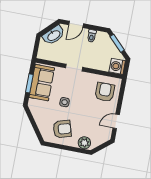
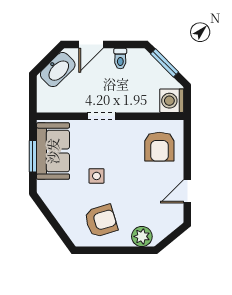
armchair: (105, 92) -> (159, 147), turned 180

